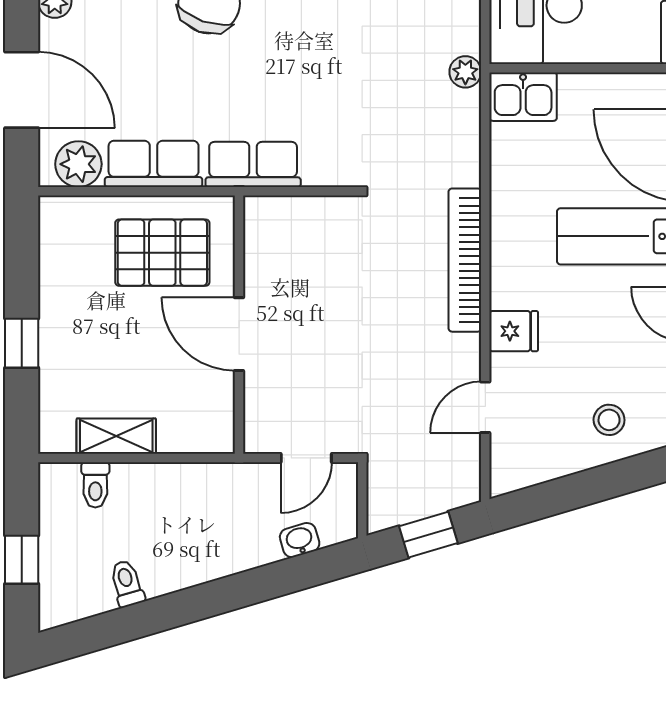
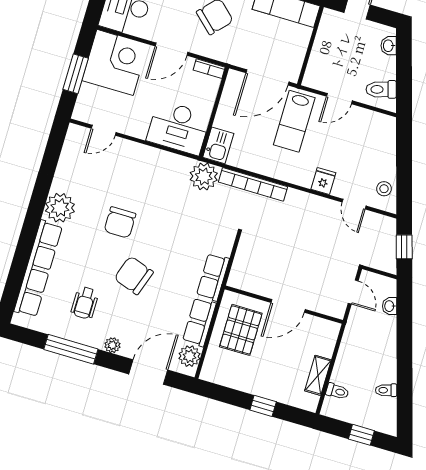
plant: (465, 72) -> (204, 176), width x1.87, depth x1.87
bookcase: (465, 260) -> (253, 184), moved
stool: (609, 420) -> (384, 189), moved

